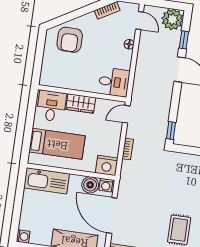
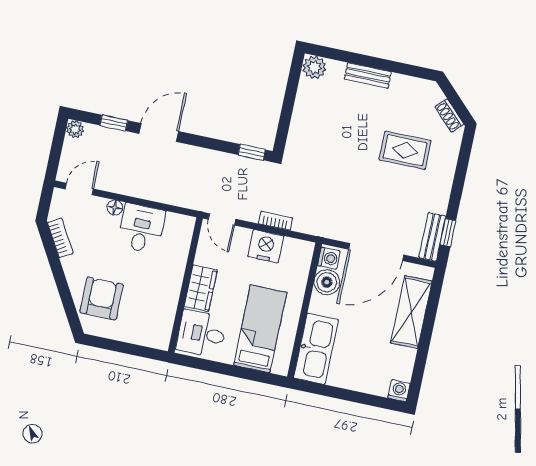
plant: (172, 19) -> (75, 129), width x0.53, depth x0.53
armchair: (70, 40) -> (102, 298), turned -90
desk: (114, 82) -> (141, 228), moved
nightstand: (107, 165) -> (266, 246), moved, turned -90

